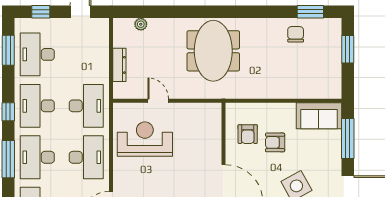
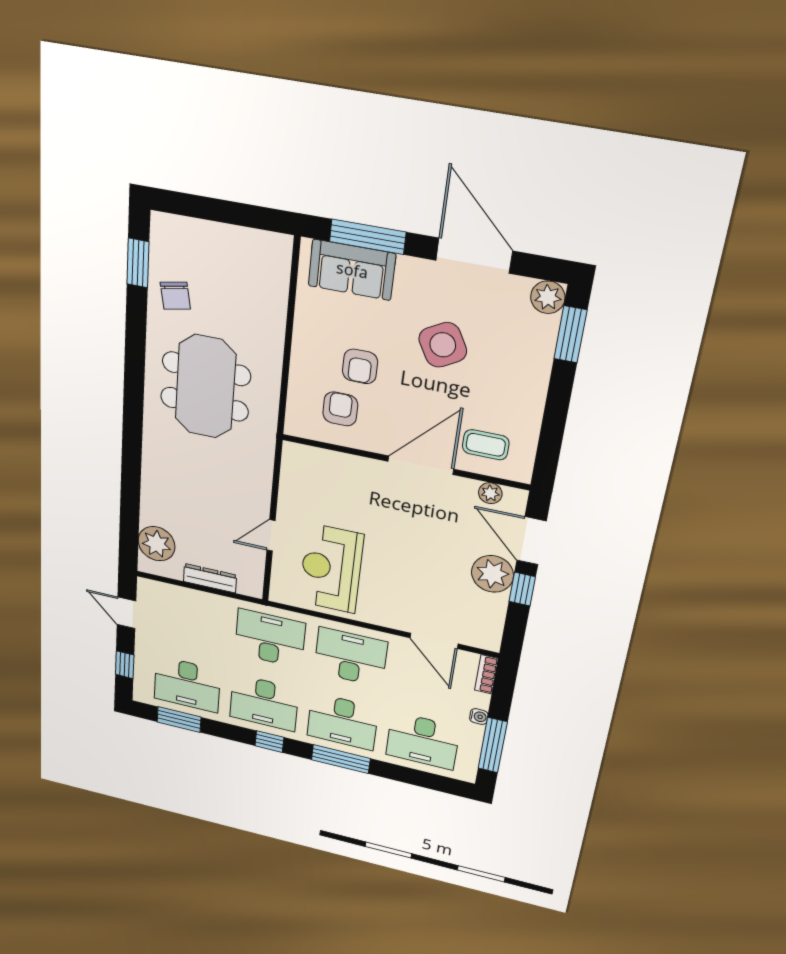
plant: (141, 24) -> (156, 544), width x1.88, depth x1.88
chair: (296, 34) -> (175, 296), turned -101
window: (348, 49) -> (206, 208), removed
meeting table: (213, 51) -> (205, 387), moved, turned 90
sofa: (319, 116) -> (352, 270), moved, turned 90
armchair: (248, 134) -> (340, 409), turned -90

